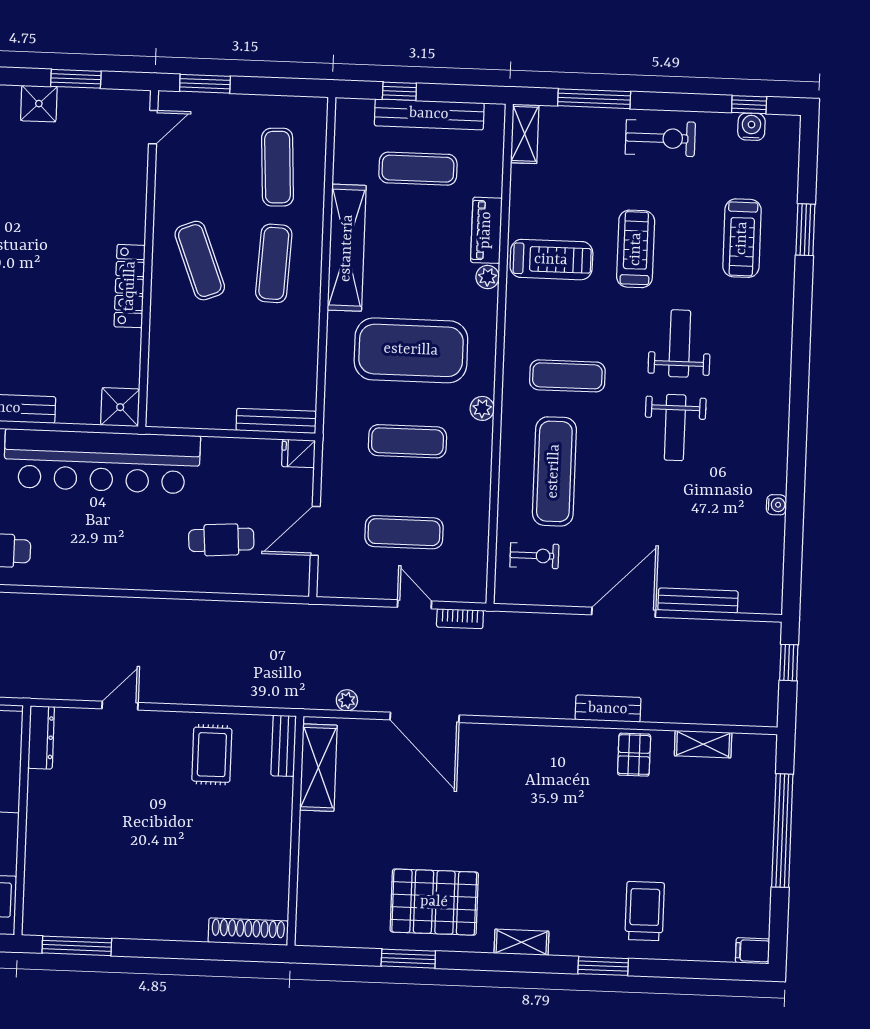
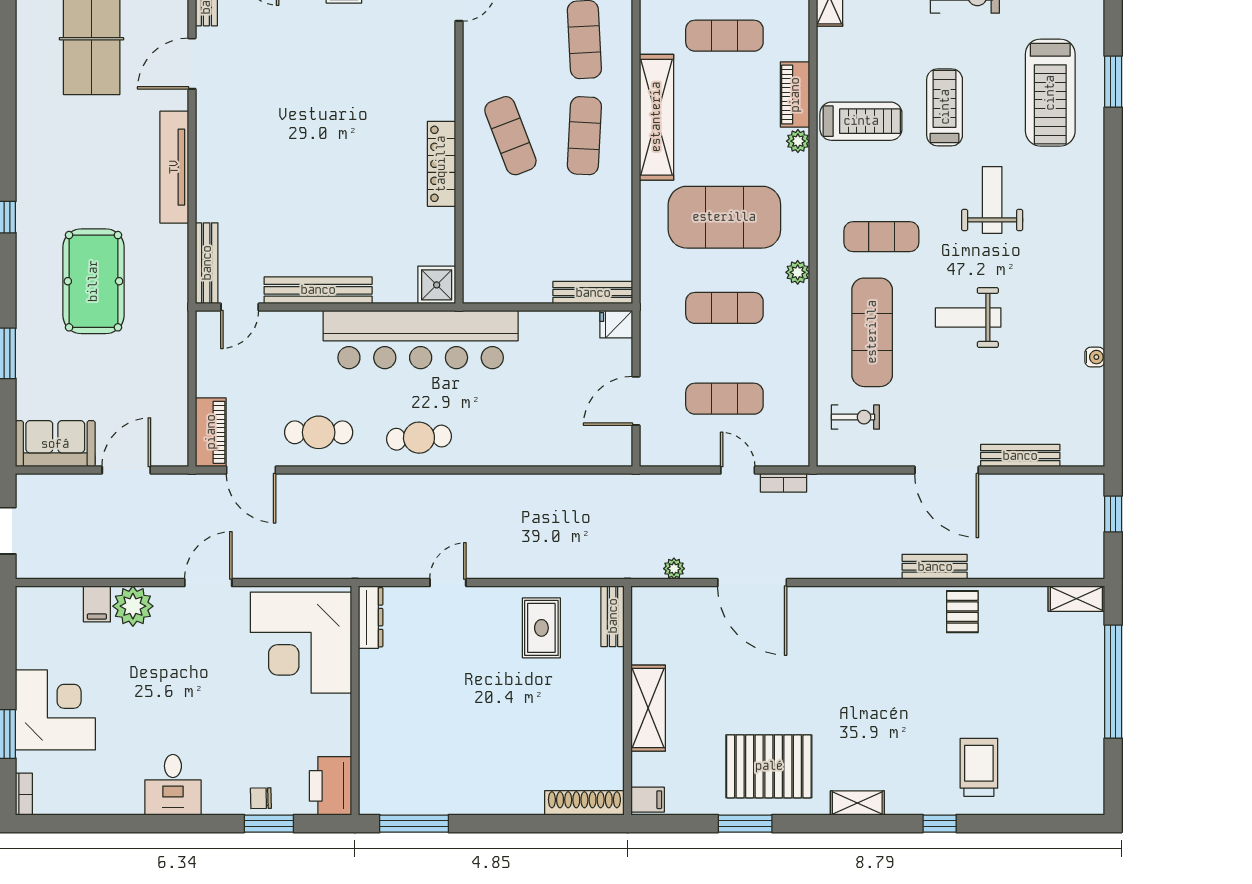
treadmill: (742, 238) -> (1050, 93), width x1.37, depth x1.38
weight bench: (675, 427) -> (968, 317), moved, turned 90
cafe table: (221, 540) -> (419, 438), moved
door: (624, 612) -> (947, 470), swing flipped
shelving: (703, 744) -> (1076, 599), moved
shelving: (318, 768) -> (648, 708), moved
filing cabinet: (753, 951) -> (648, 800), moved, turned 180
window: (603, 966) -> (940, 824), width x0.67

